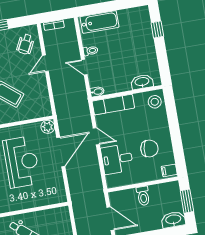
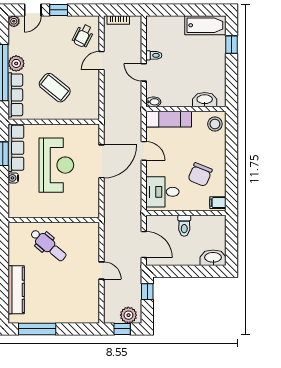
bathtub: (99, 22) -> (205, 25), moved
plant: (48, 127) -> (92, 131), removed
chair: (149, 148) -> (200, 175), turned 104
desk: (117, 159) -> (162, 192), moved
window: (187, 201) -> (232, 240), removed

